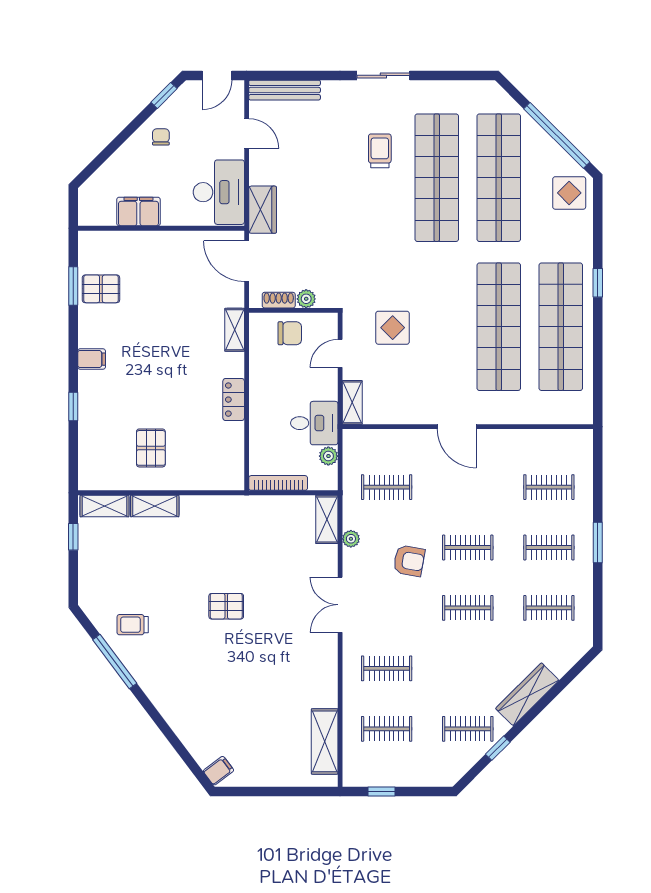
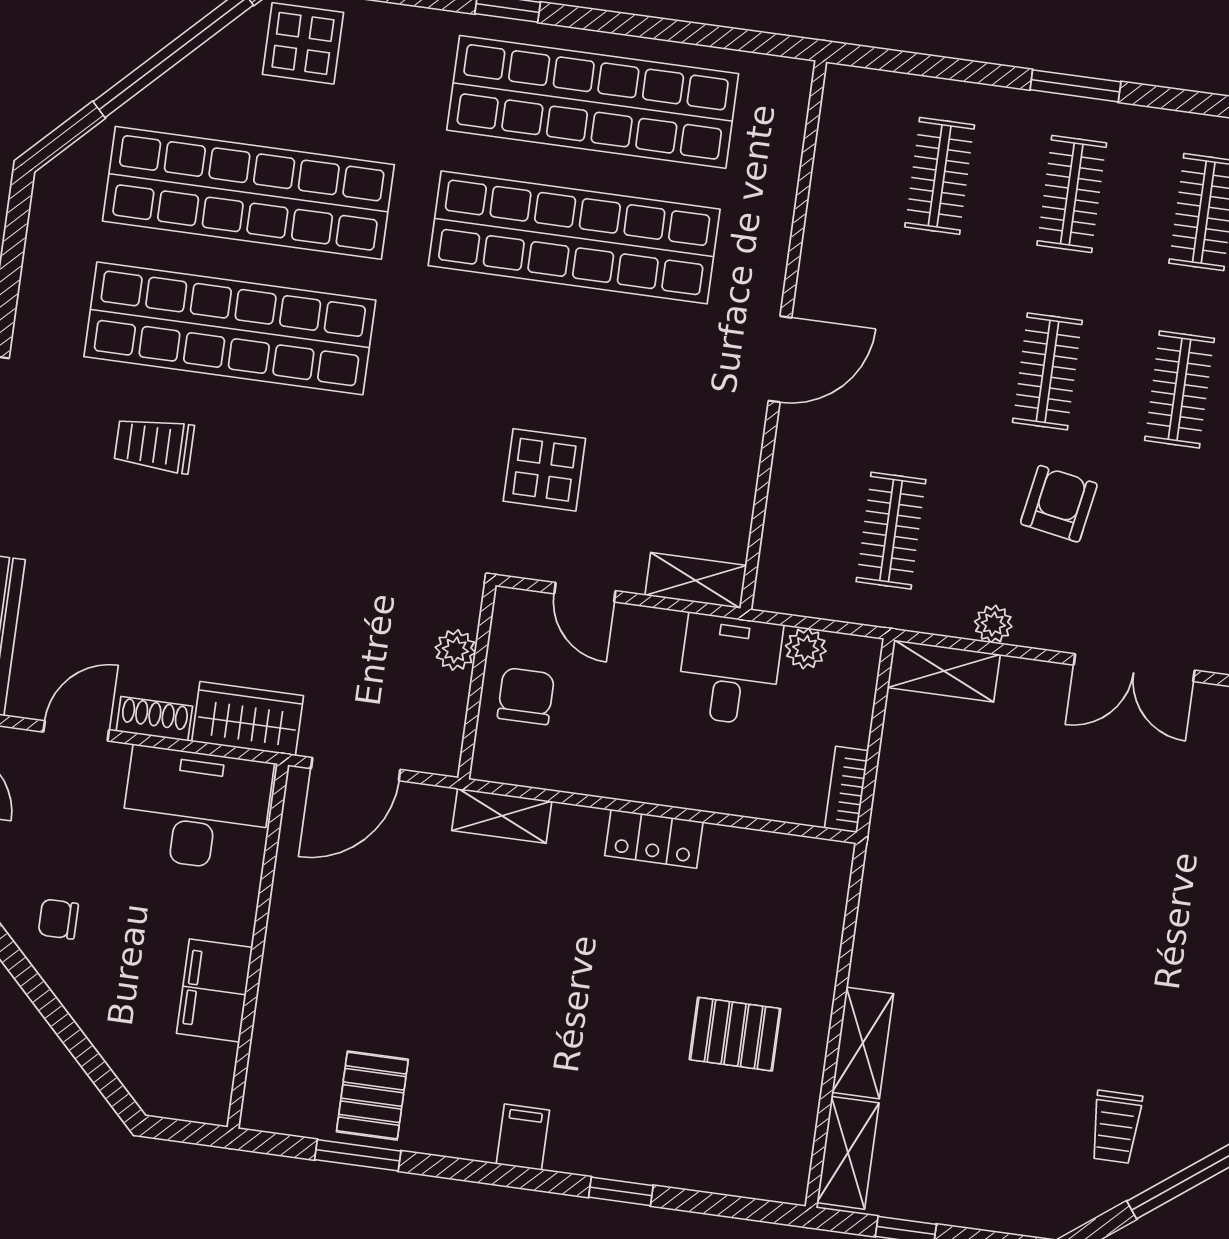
shoe rack: (279, 300) -> (154, 719), moved, turned 90
bookcase: (278, 483) -> (846, 789), width x0.64
pallet: (226, 606) -> (1103, 917), removed

